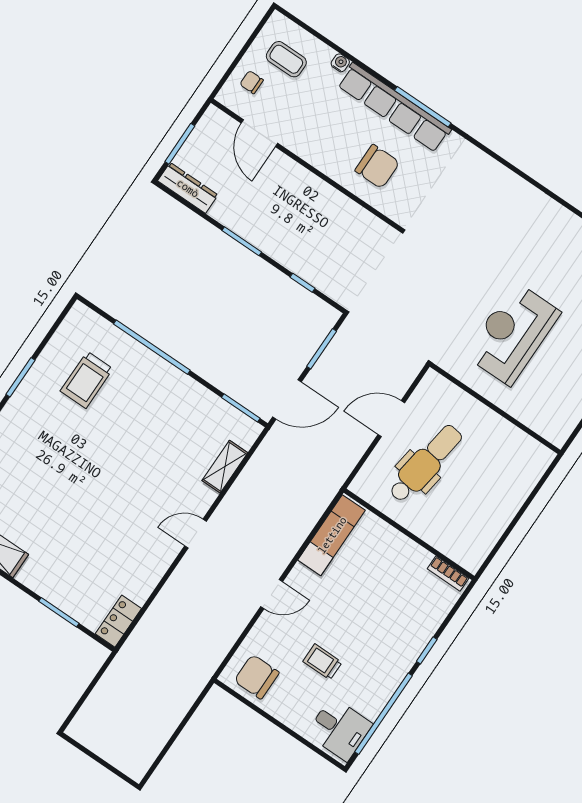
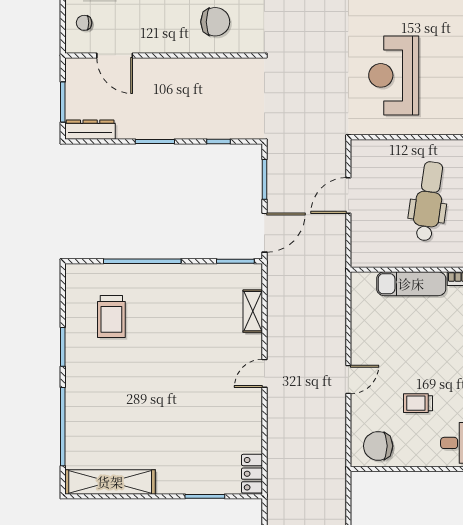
dental chair: (426, 463) -> (429, 201), moved
exam couch: (332, 535) -> (411, 284), moved, turned 90

